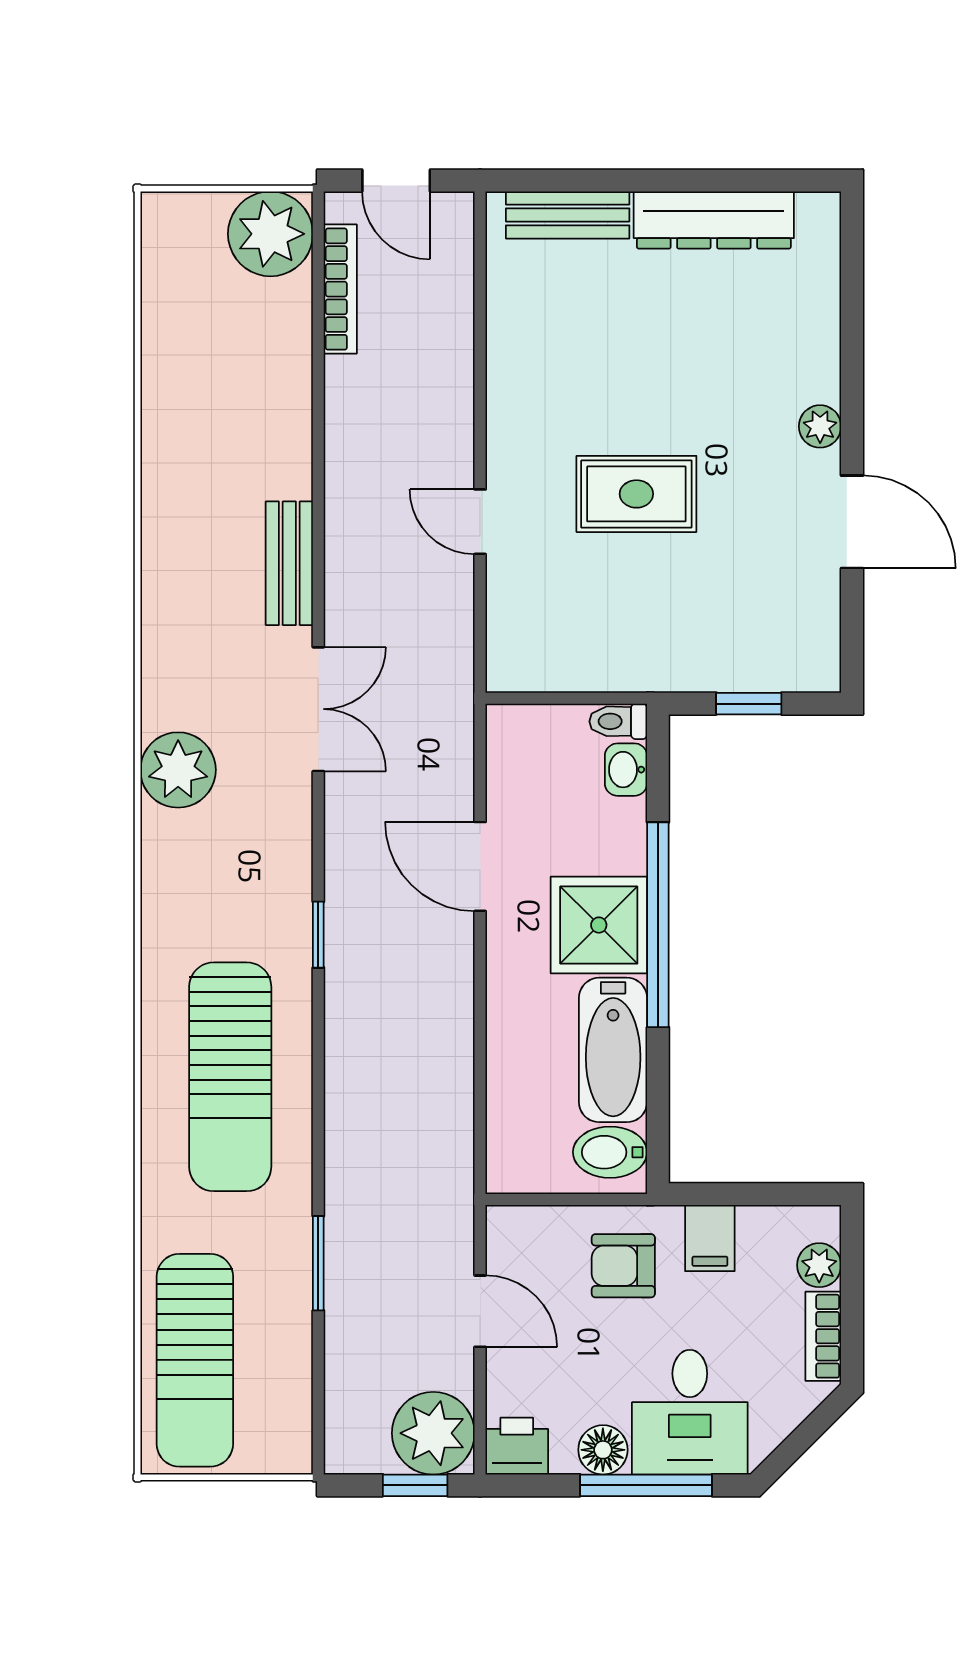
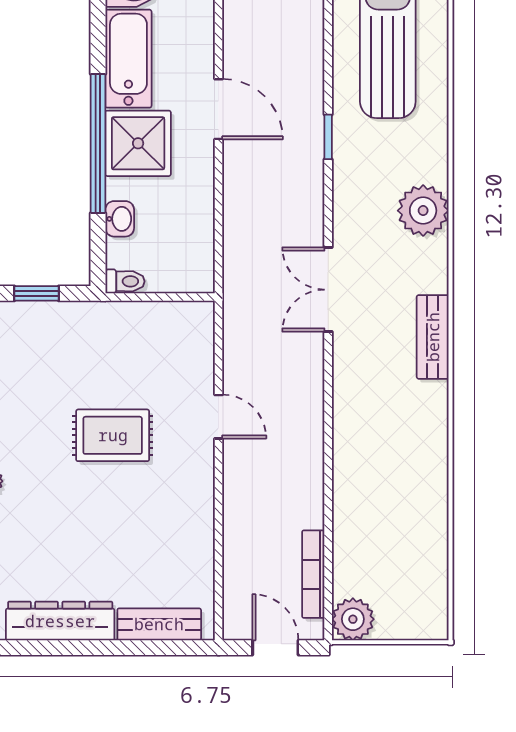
plant: (270, 234) -> (353, 619), width x0.73, depth x0.73
bench: (289, 563) -> (433, 337), moved
plant: (178, 770) -> (423, 211), moved
washbasin: (626, 770) -> (120, 219), moved
door: (480, 866) -> (219, 109), moved

